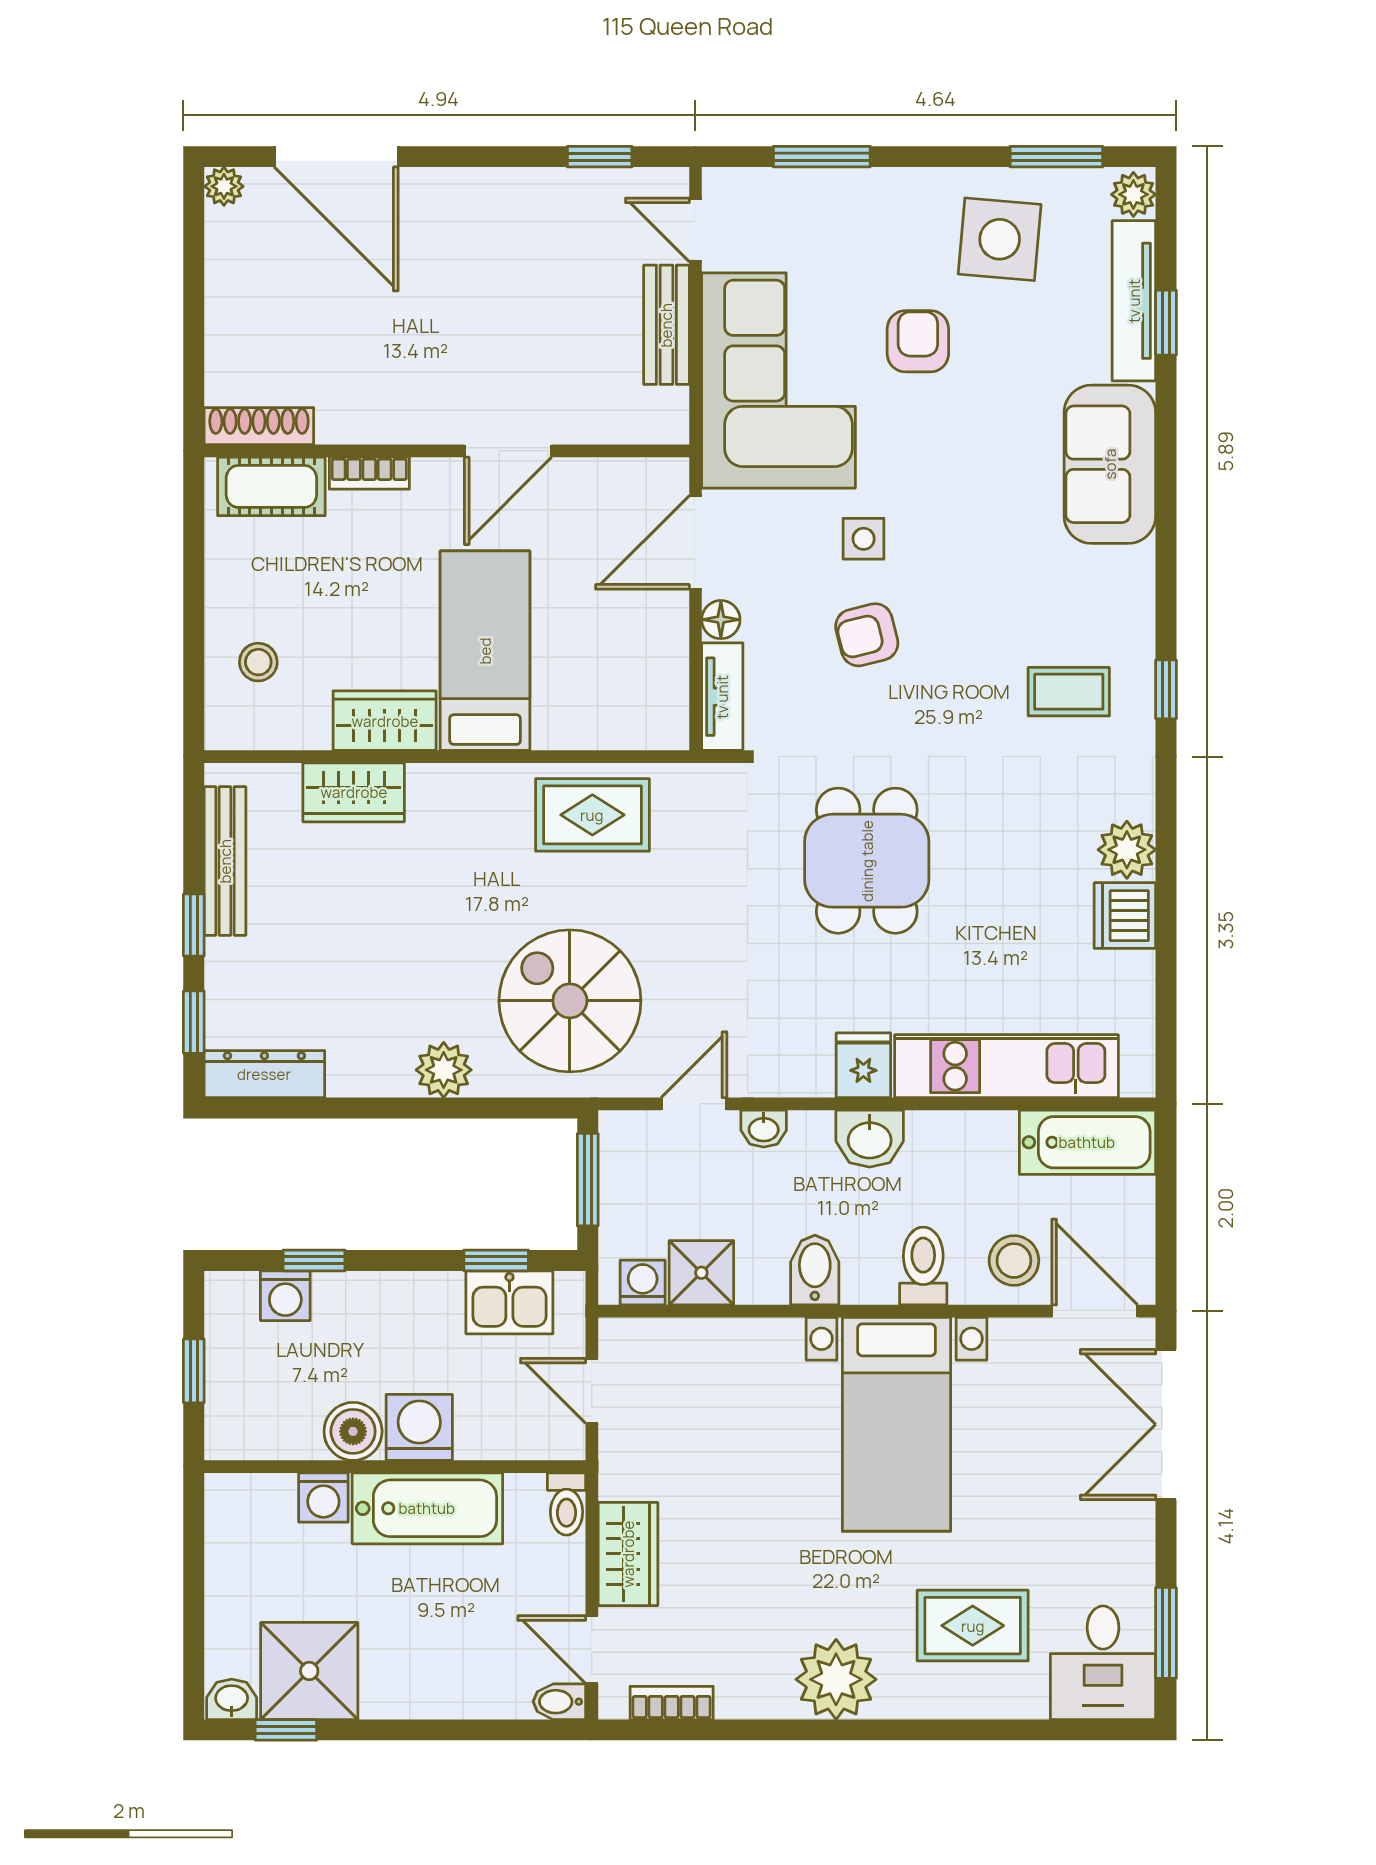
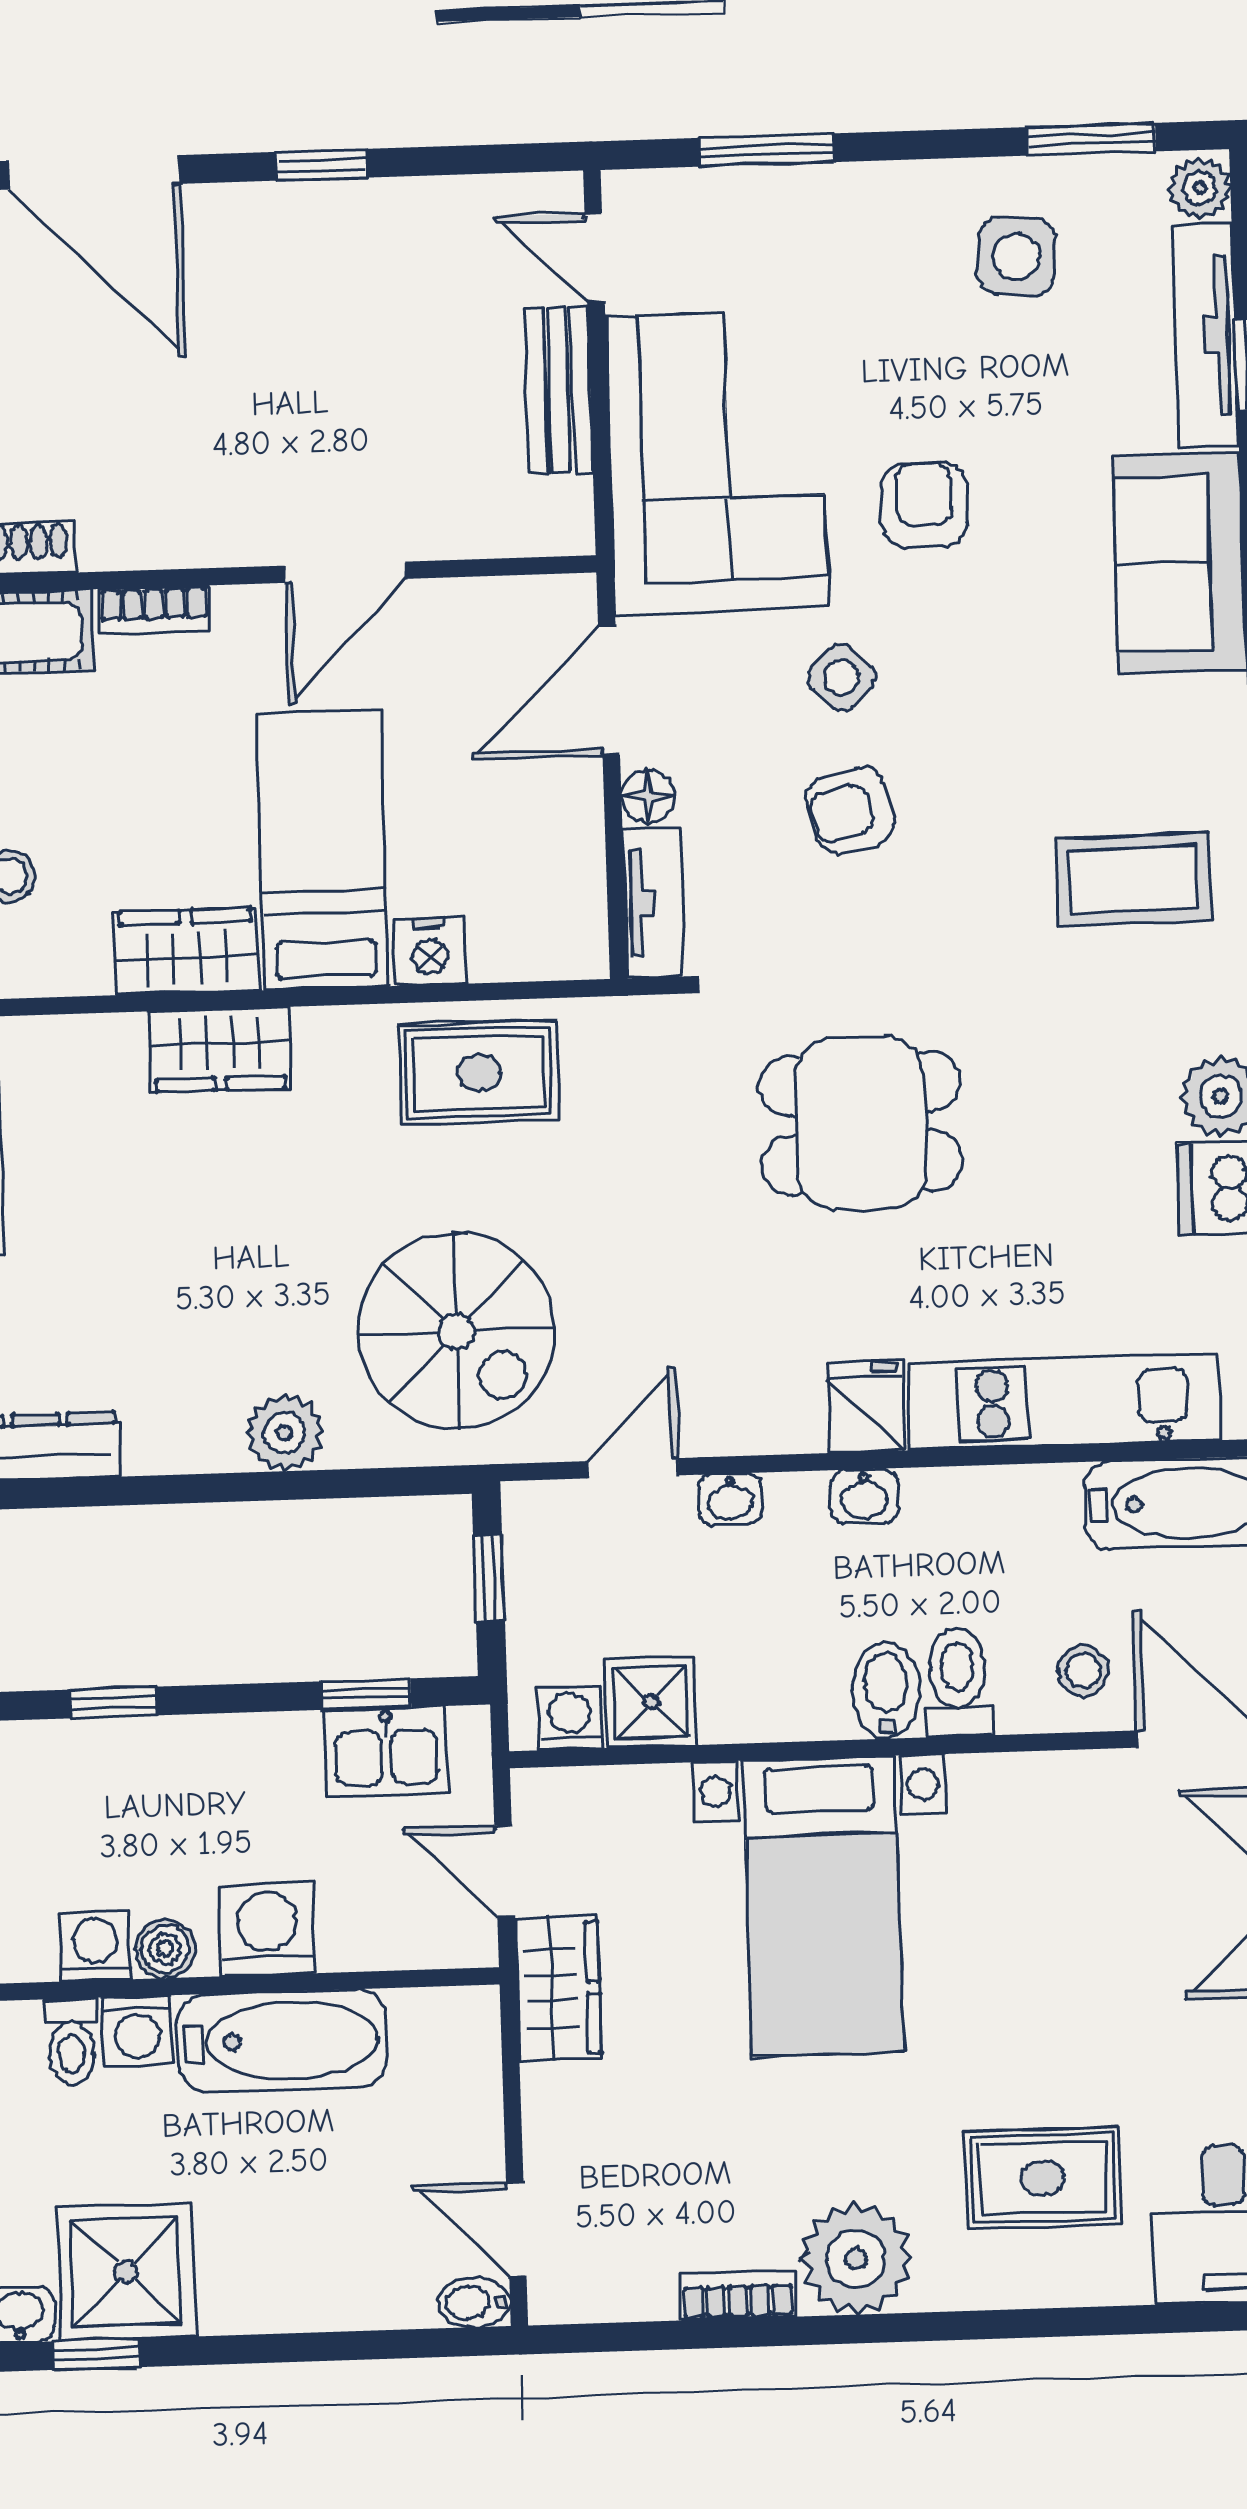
window: (600, 157) -> (321, 165), moved
side table: (1000, 239) -> (1016, 256), width x0.73, depth x0.73
armchair: (918, 341) -> (924, 505), moved
side table: (864, 539) -> (842, 678), turned 45
coffee table: (1069, 692) -> (1133, 880), width x1.36, depth x1.30
nightstand: (560, 727) -> (430, 952), added
wardrobe: (354, 792) -> (220, 1050), moved
dining table: (867, 861) -> (861, 1123), turned 90
spiral stairs: (570, 1001) -> (456, 1331), turned 180
washbasin: (870, 1139) -> (864, 1497), width x0.72, depth x0.69
window: (588, 1180) -> (489, 1578), width x0.67
stool: (1014, 1261) -> (1083, 1671), width x0.73, depth x0.73
bidet: (815, 1270) -> (886, 1690), moved
washing machine: (285, 1296) -> (95, 1946), moved, turned 180
bed with nightstands: (897, 1424) -> (823, 1906), moved
boiler: (353, 1431) -> (165, 1949), width x0.73, depth x0.73
toilet: (566, 1504) -> (71, 2042), moved
wardrobe: (628, 1554) -> (558, 1988), moved
bookcase: (672, 1703) -> (738, 2295), moved

